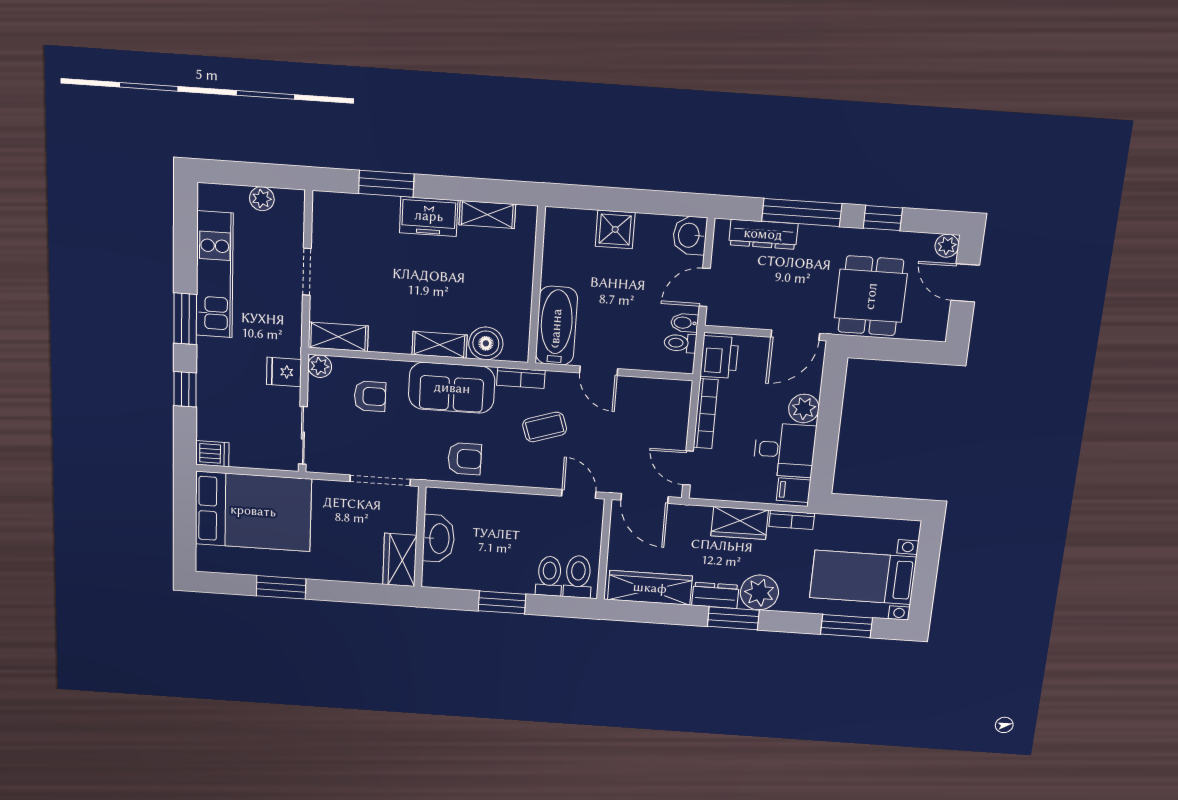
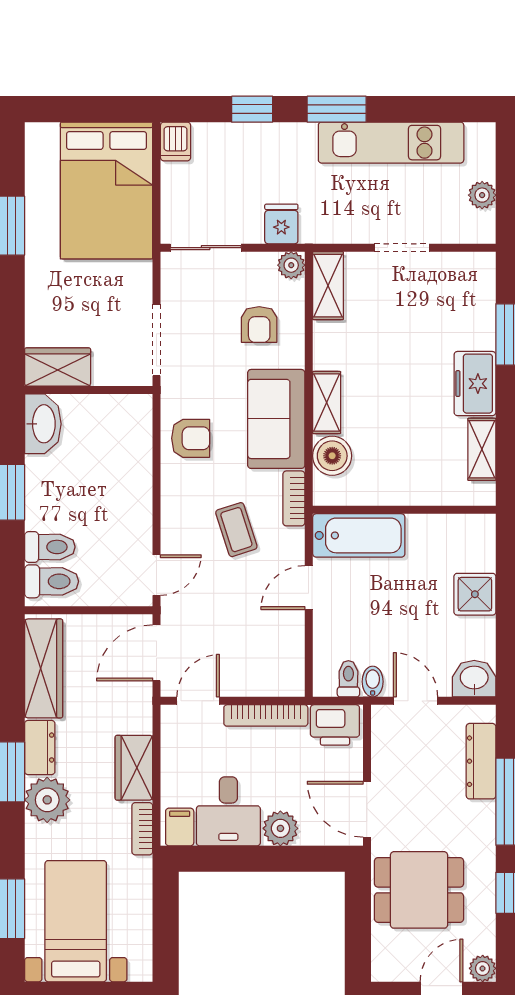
armchair: (465, 459) -> (191, 438), turned -90
washbasin: (439, 539) -> (43, 424), moved, turned -90

